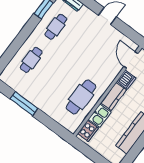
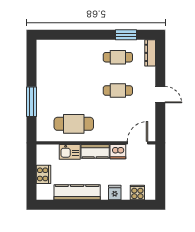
cafe table: (31, 60) -> (118, 91), moved
window: (24, 104) -> (31, 102), moved
cooker: (88, 131) -> (43, 174), moved, turned -90

